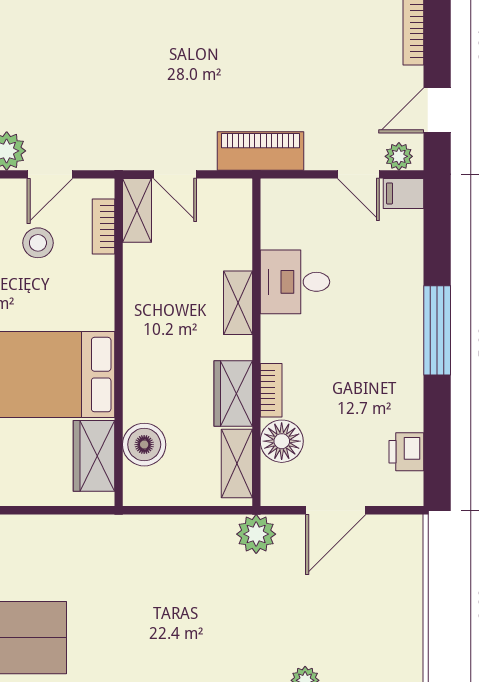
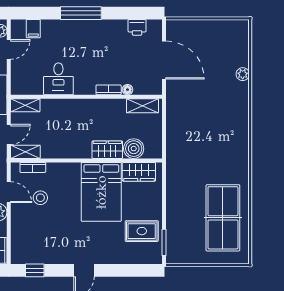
filing cabinet: (404, 193) -> (33, 29), moved
shelving: (238, 303) -> (25, 105), moved
wardrobe: (233, 394) -> (107, 150), moved, turned 180
floor lamp: (282, 441) -> (127, 90), width x0.53, depth x0.53
door: (336, 510) -> (164, 60), width x1.36
plant: (256, 534) -> (175, 97), removed

